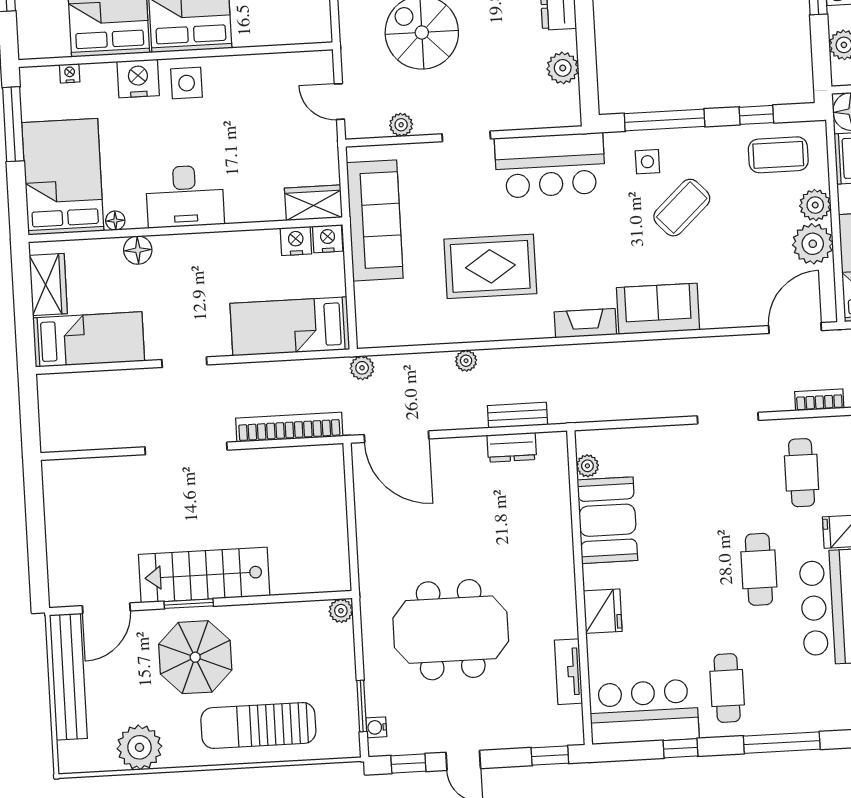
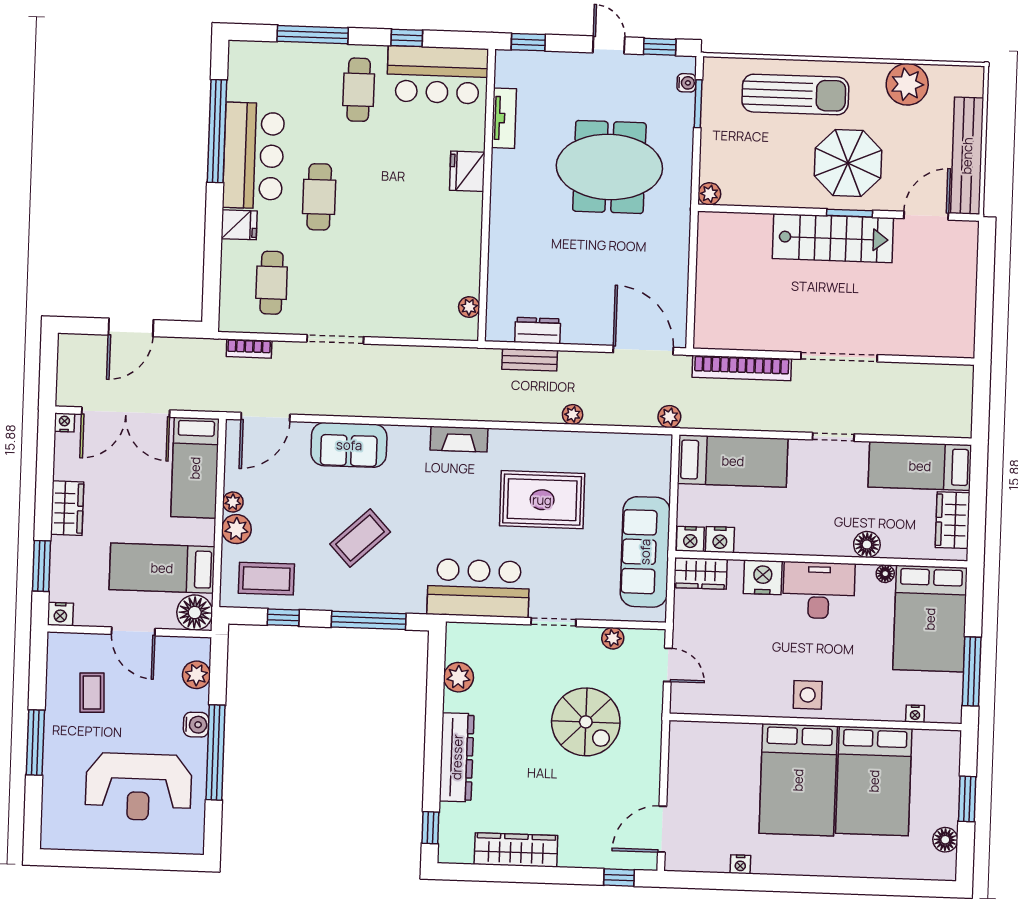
nightstand: (138, 78) -> (763, 577), moved, turned 180
side table: (647, 162) -> (388, 583), removed
plant: (813, 244) -> (233, 502), width x0.53, depth x0.53
sofa: (658, 309) -> (349, 445), moved
booth: (607, 520) -> (455, 255), removed

